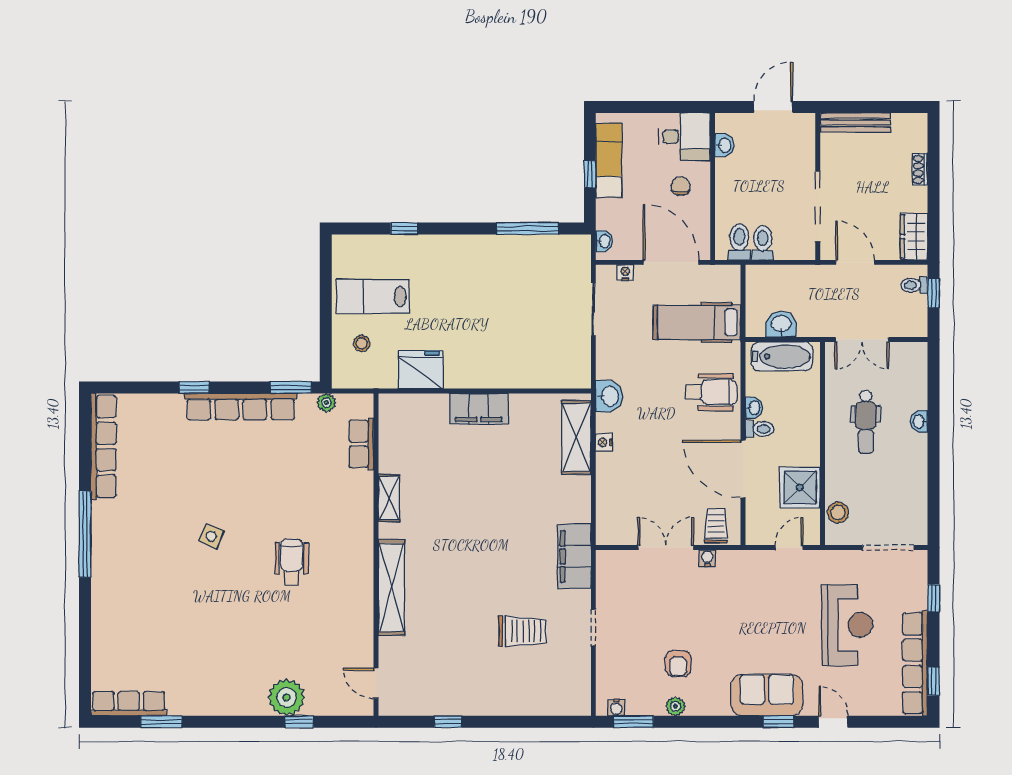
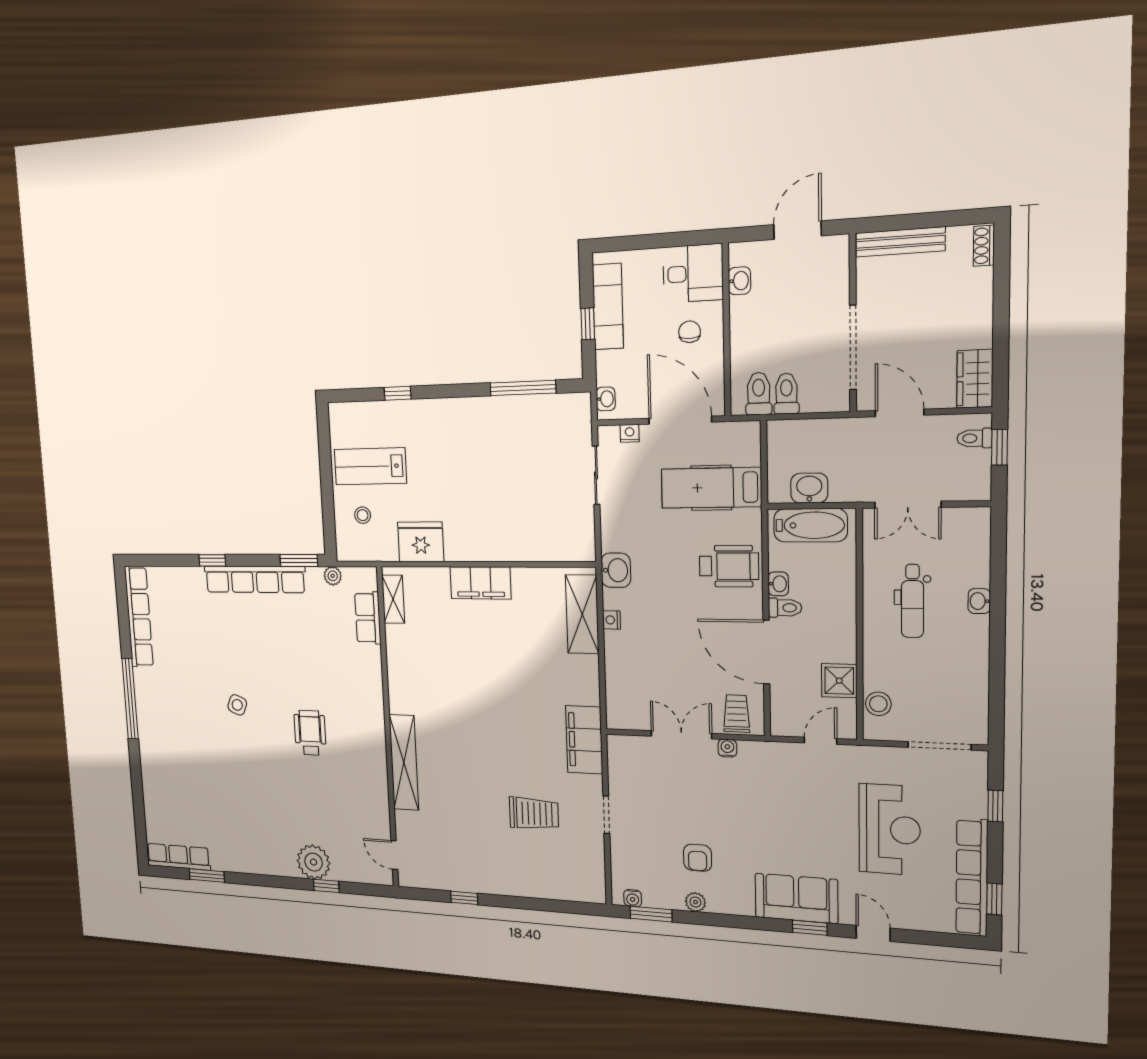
shoe rack: (920, 170) -> (984, 246), moved
shower: (800, 488) -> (839, 681), width x0.73, depth x0.73
shelving: (389, 498) -> (393, 599), moved

